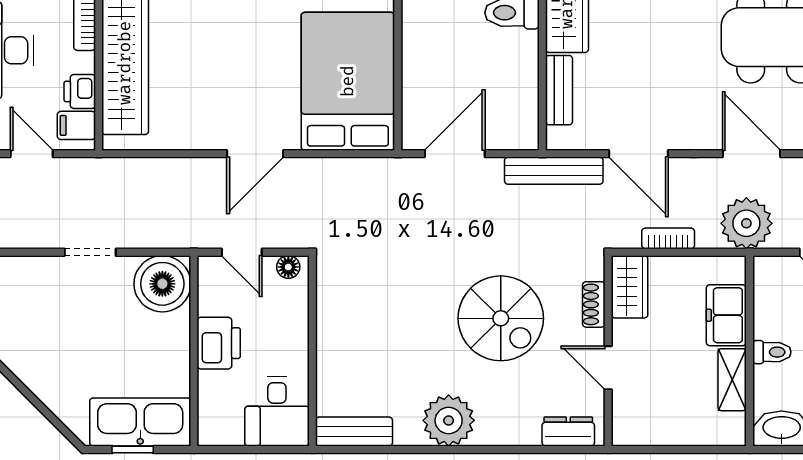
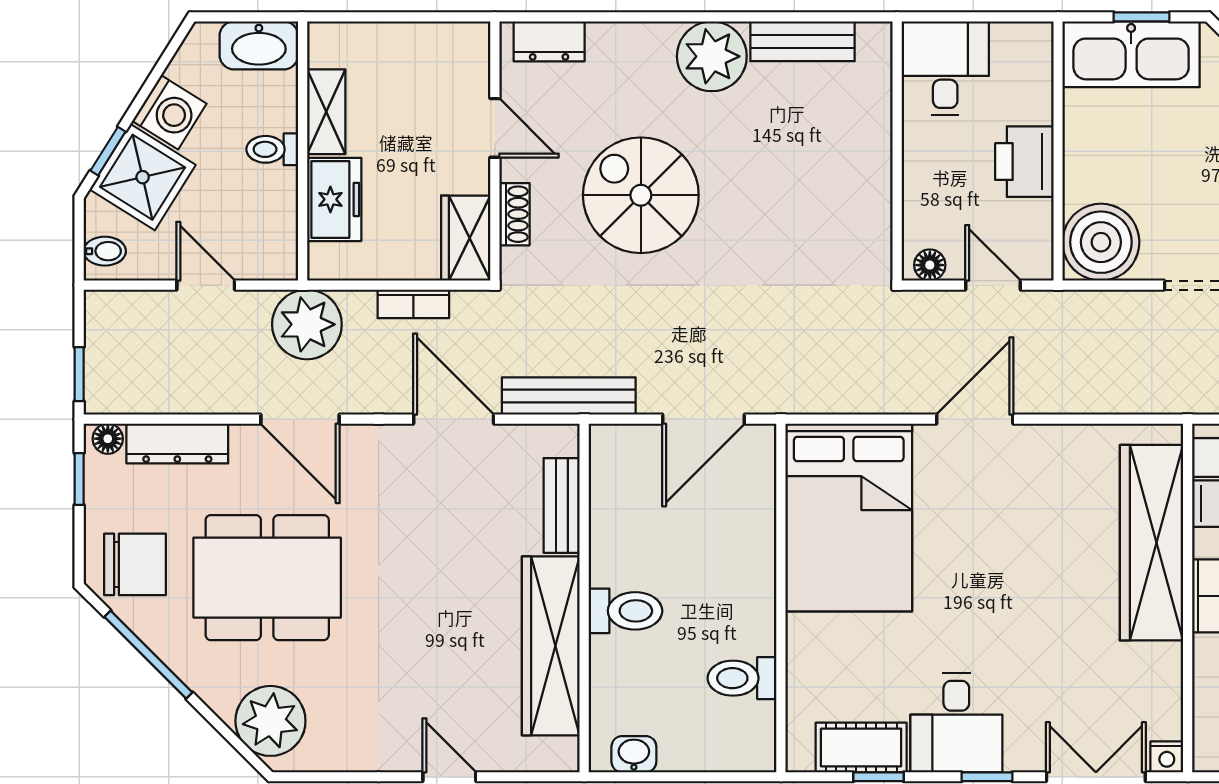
bench: (354, 432) -> (802, 41), moved

